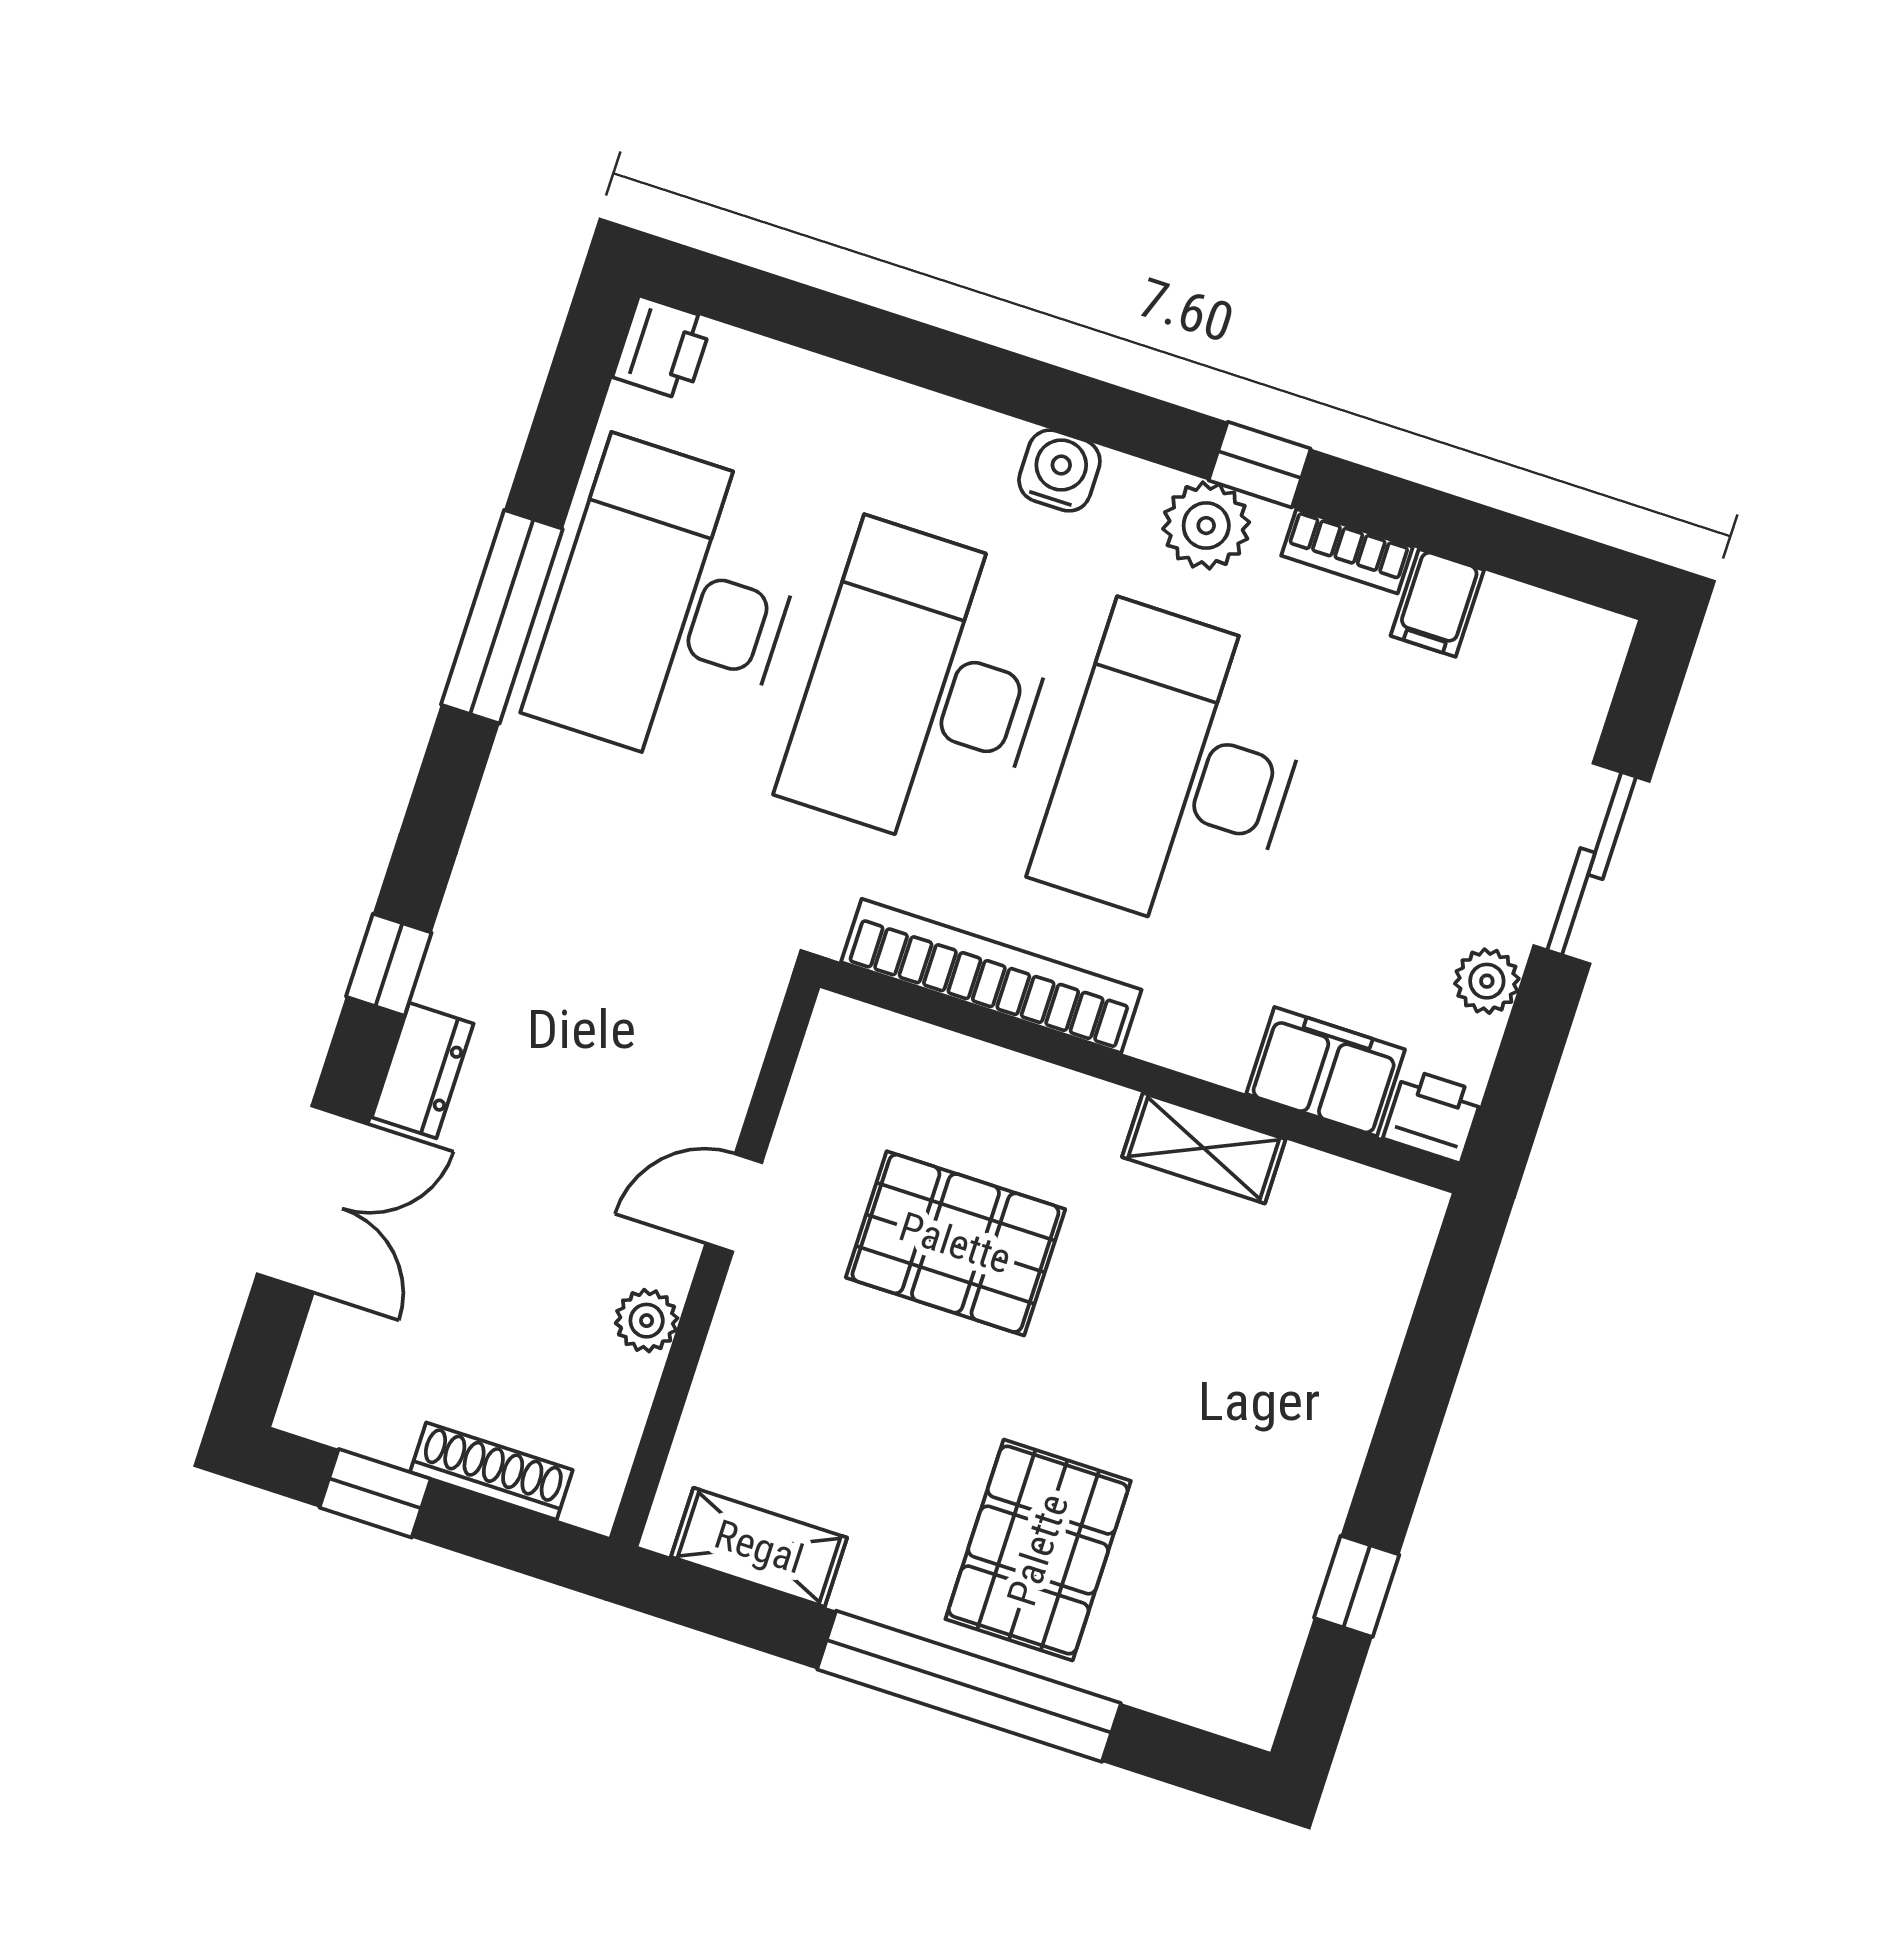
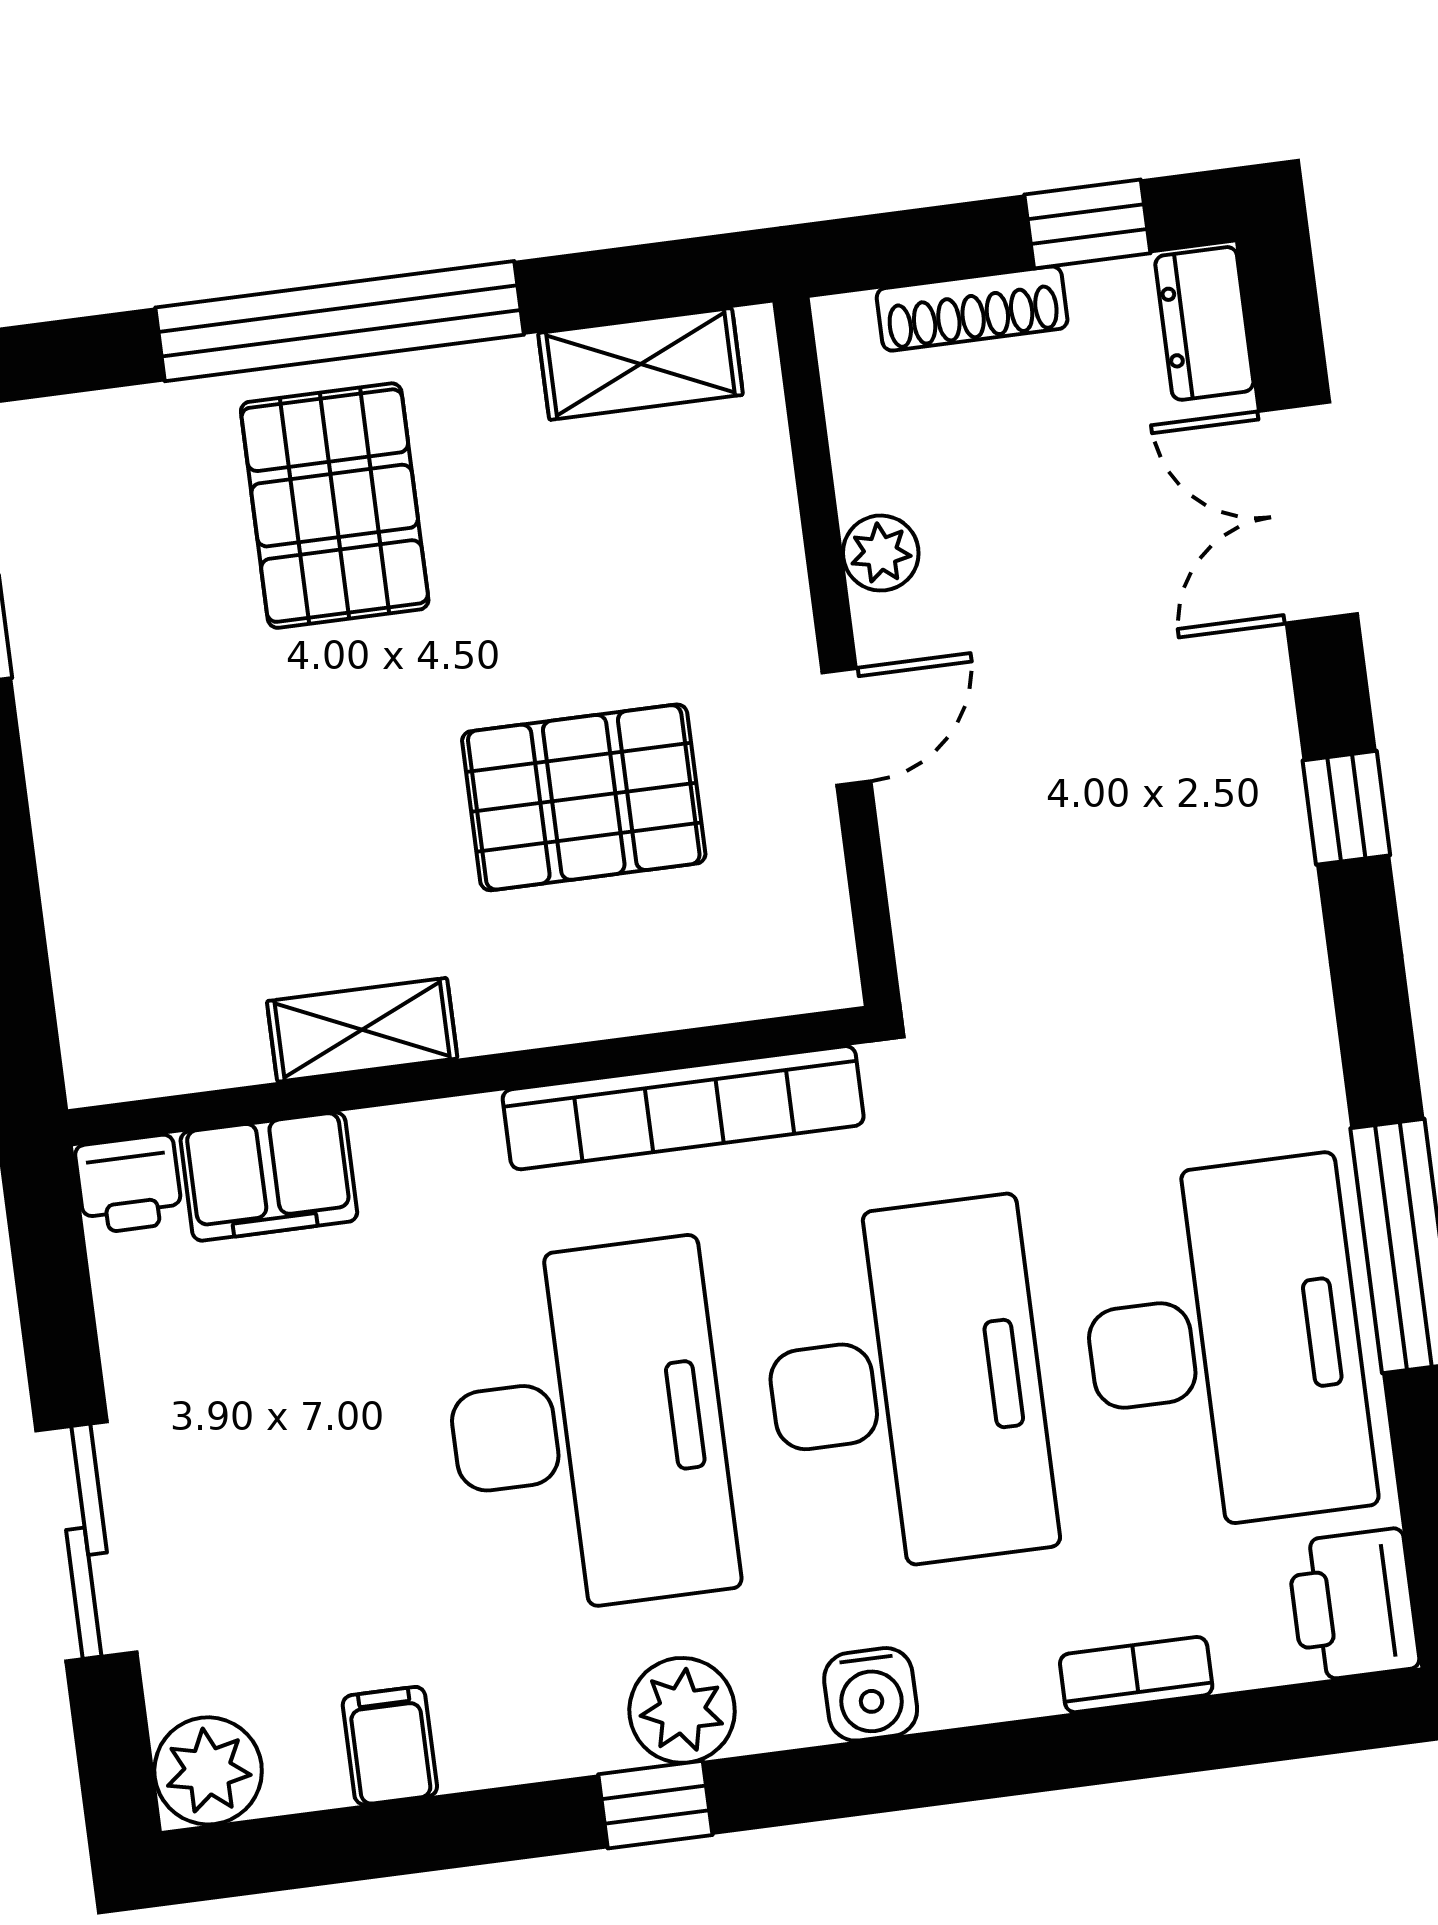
printer: (663, 348) -> (1353, 1605), width x1.36, depth x1.24
bookcase: (1347, 551) -> (1136, 1675), moved
plant: (1487, 981) -> (208, 1771), moved, width x1.38, depth x1.38
dresser: (423, 1070) -> (1204, 323), moved

